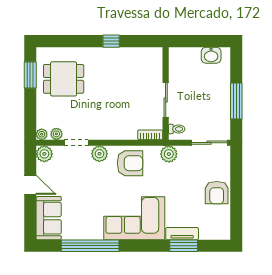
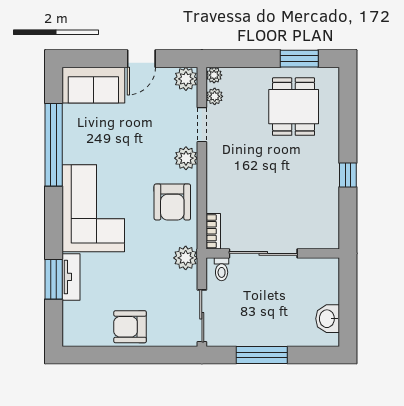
sliding door: (166, 100) -> (263, 253), width x1.37

